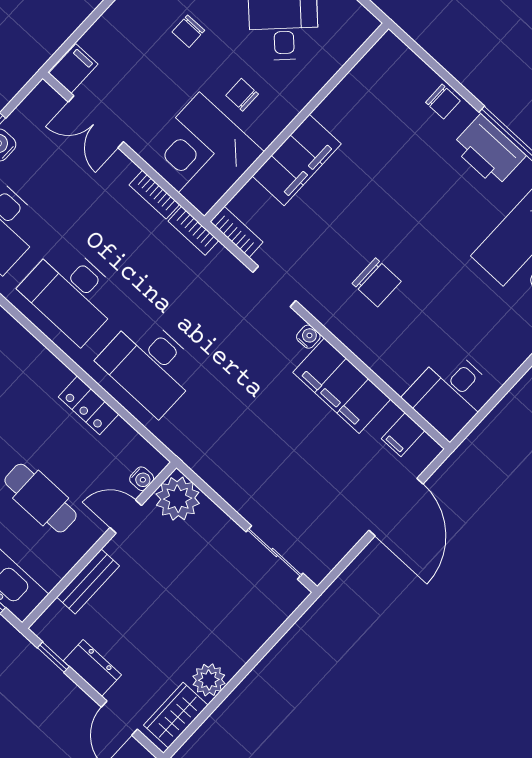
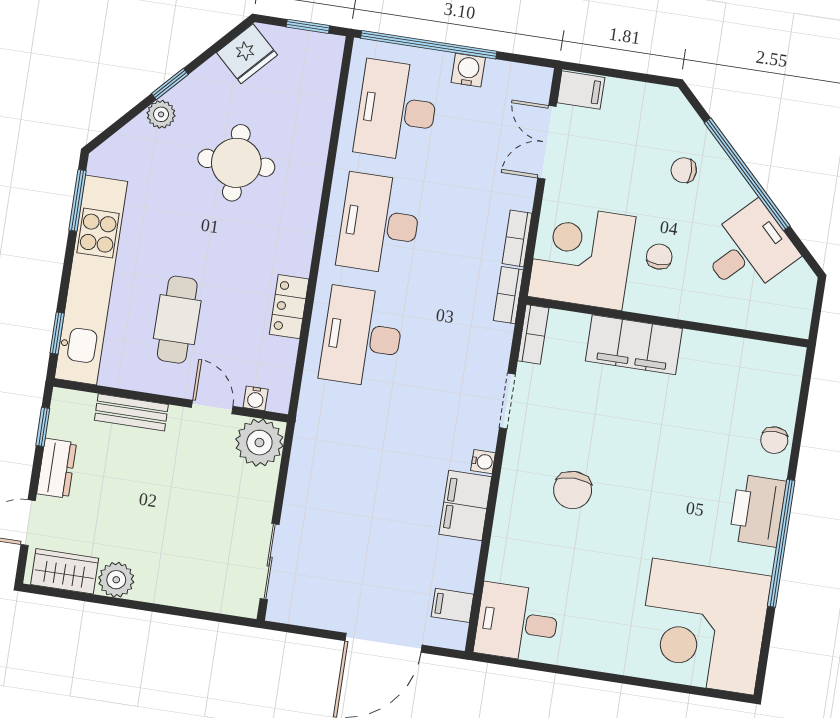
filing cabinet: (342, 386) -> (465, 505), width x0.67, depth x0.86

